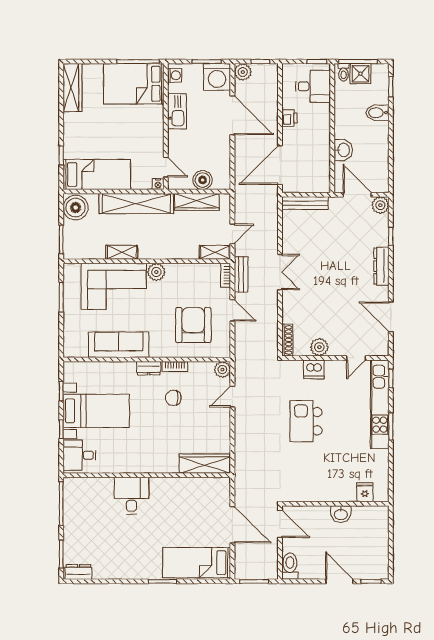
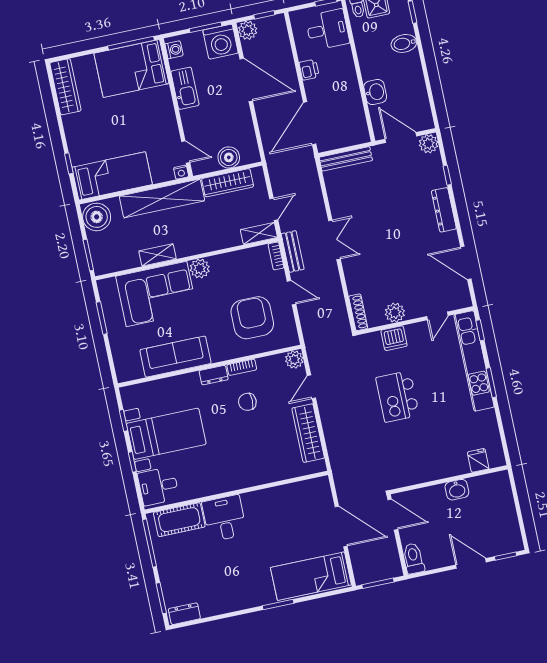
wardrobe: (204, 464) -> (308, 433), moved, turned -90
cot: (92, 488) -> (179, 520), added

